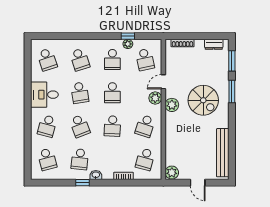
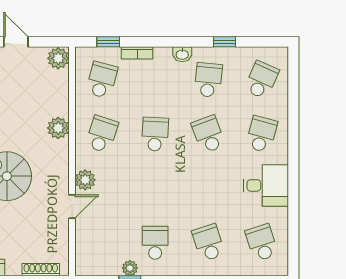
school desk: (145, 60) -> (102, 243), removed
school desk: (80, 93) -> (208, 188), removed
school desk: (112, 93) -> (155, 188), removed
plant: (172, 105) -> (58, 128), moved
school desk: (47, 159) -> (262, 80), turned 39
window: (82, 183) -> (225, 42), moved
window: (141, 183) -> (108, 42), added

